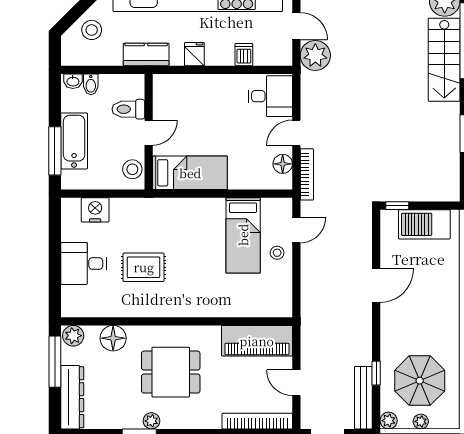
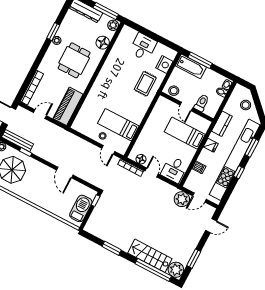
bathtub: (74, 141) -> (191, 66), moved
bed: (190, 173) -> (185, 133), moved, turned 90
rug: (144, 267) -> (145, 84), moved

